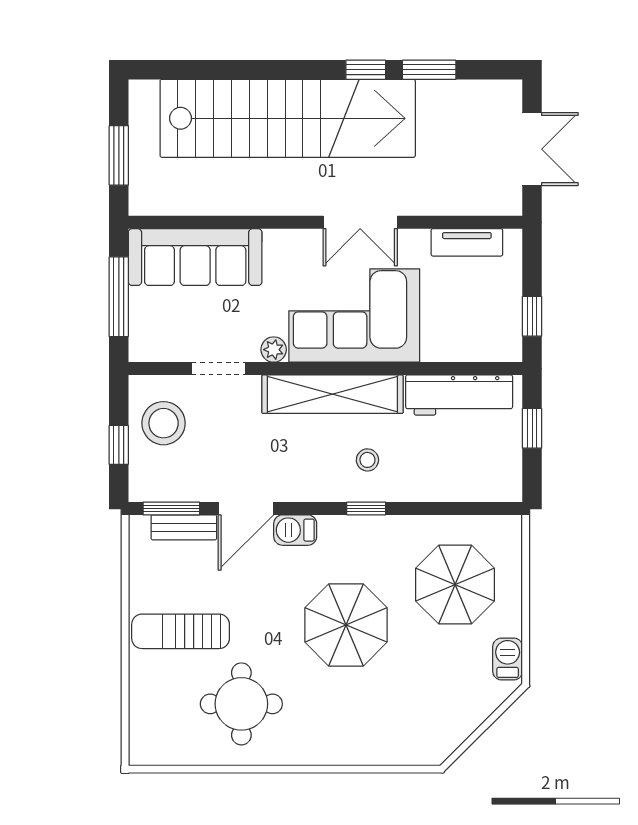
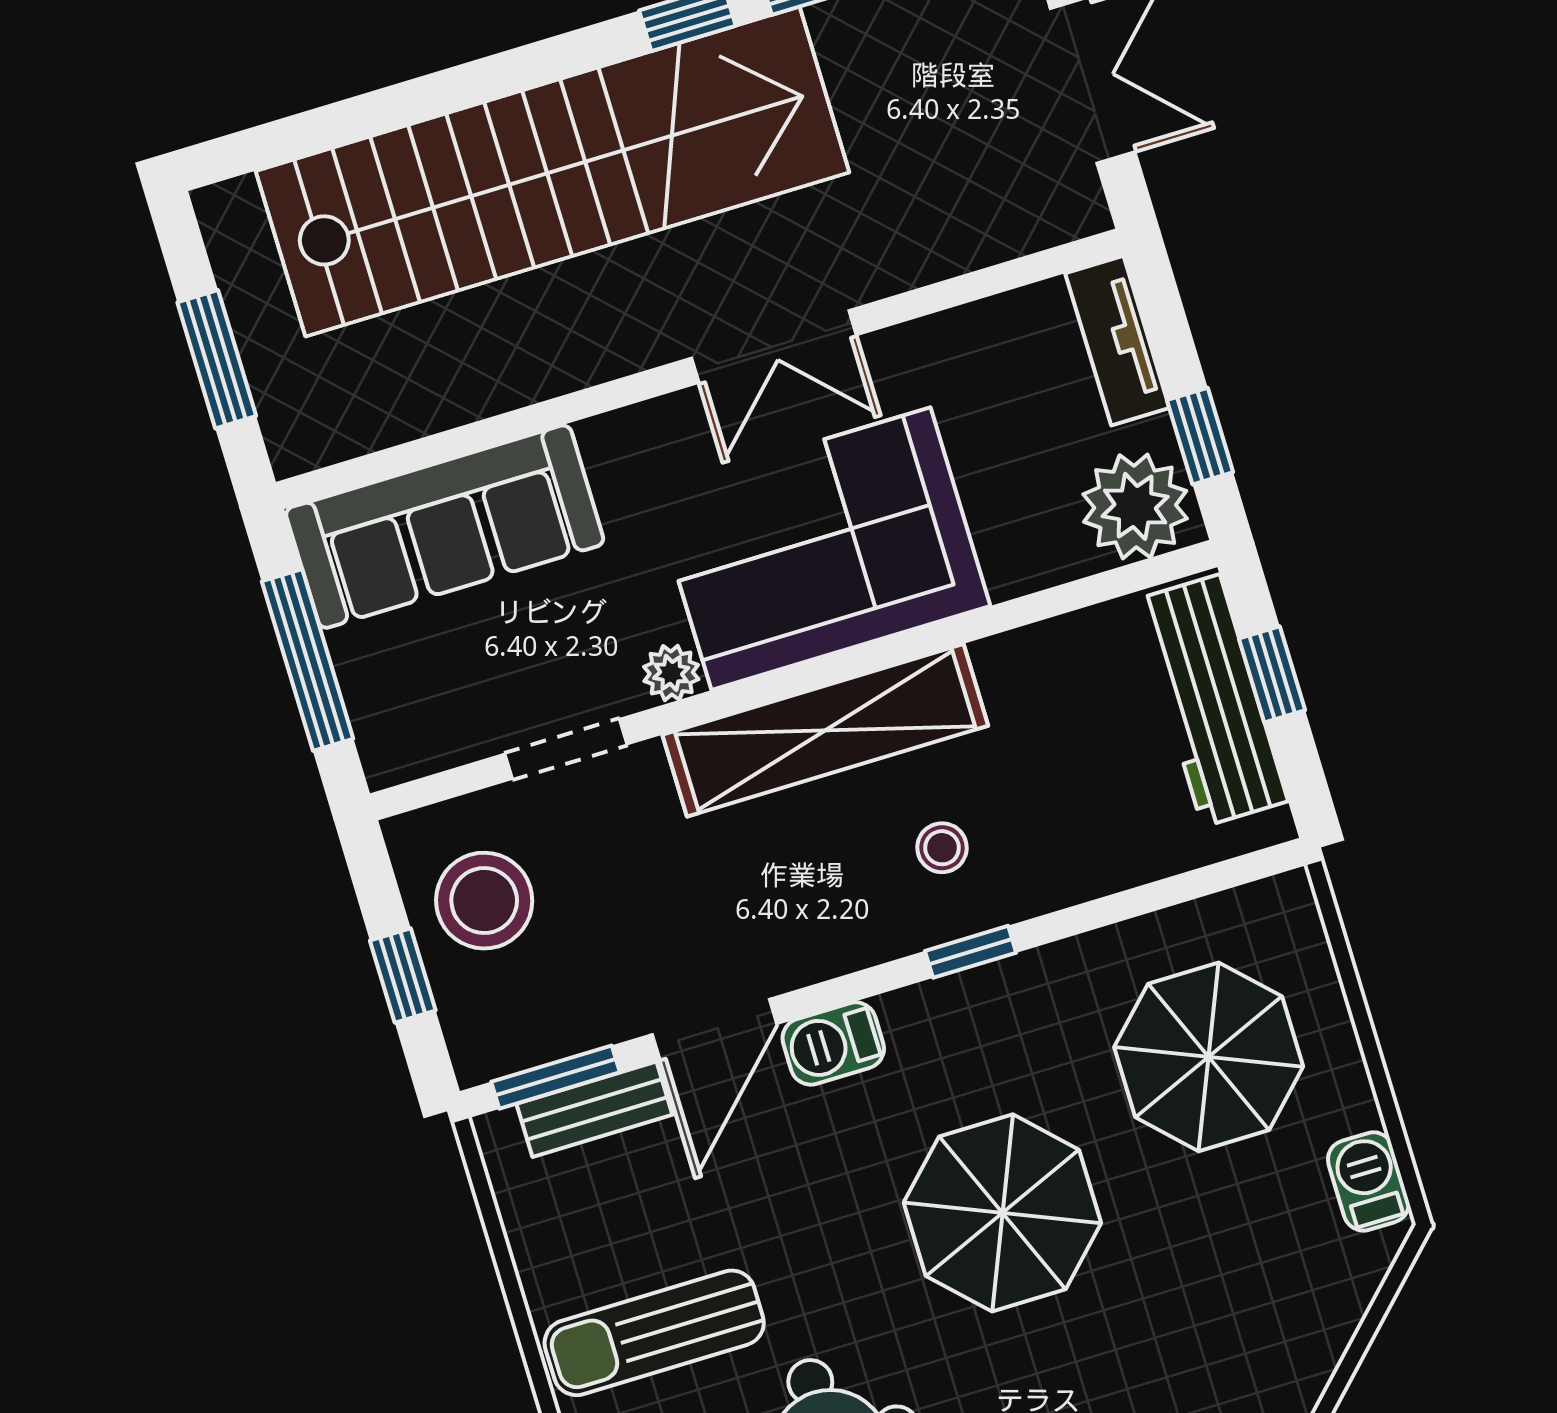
tv unit: (467, 242) -> (1117, 341), moved, turned 90
plant: (495, 338) -> (1135, 506), added
workbench: (459, 395) -> (1211, 701), moved, turned 90

